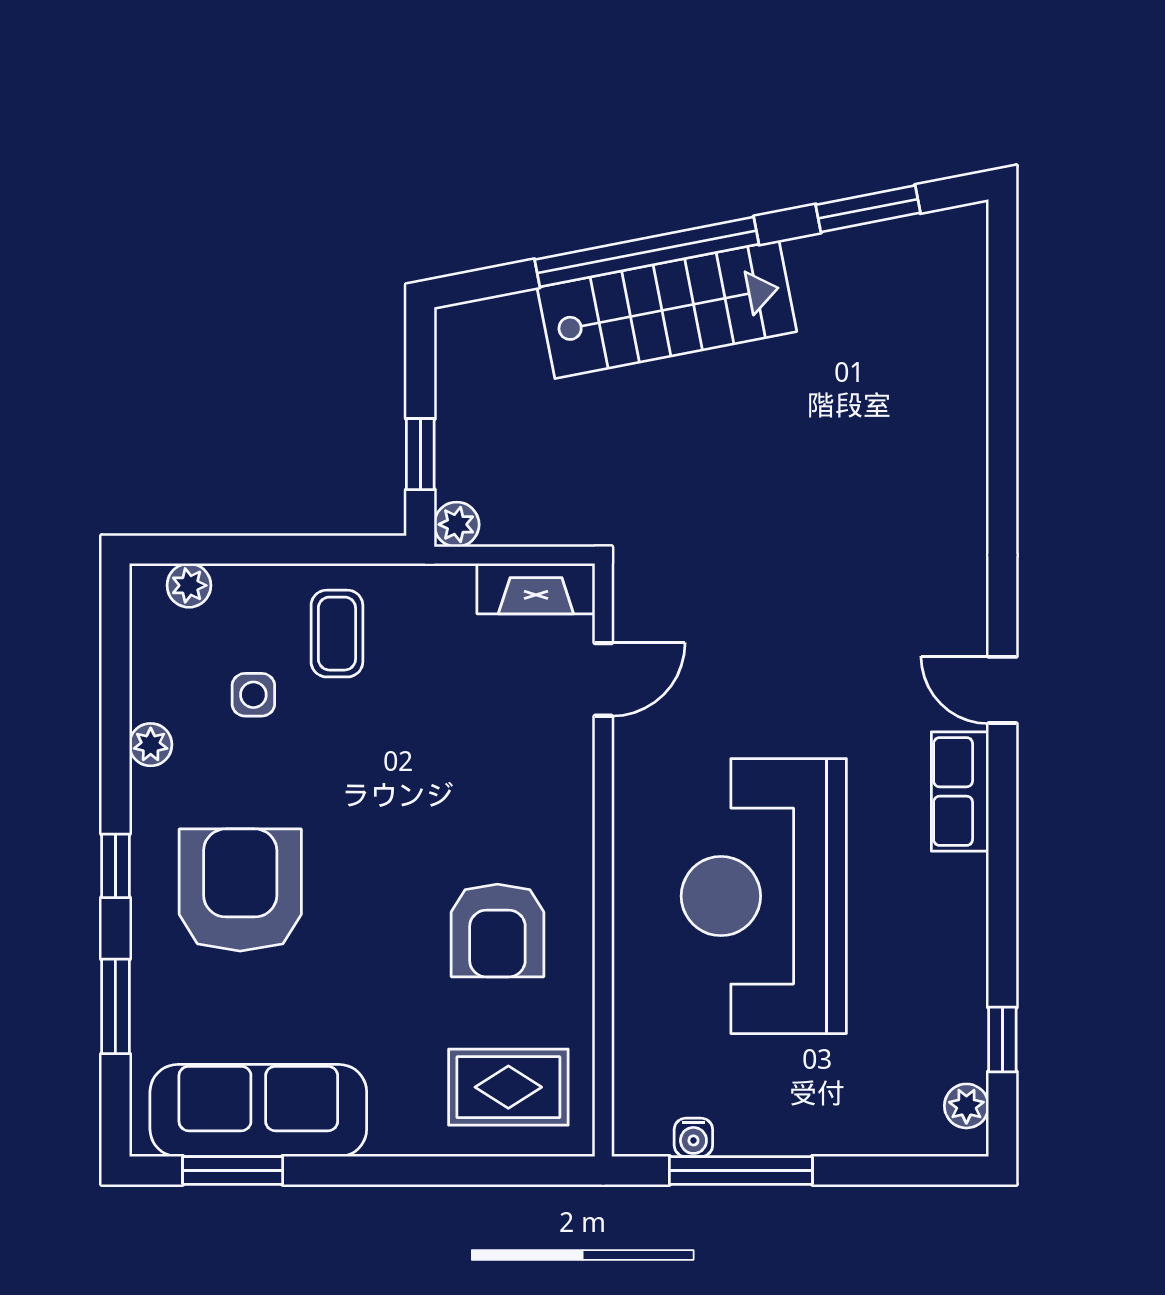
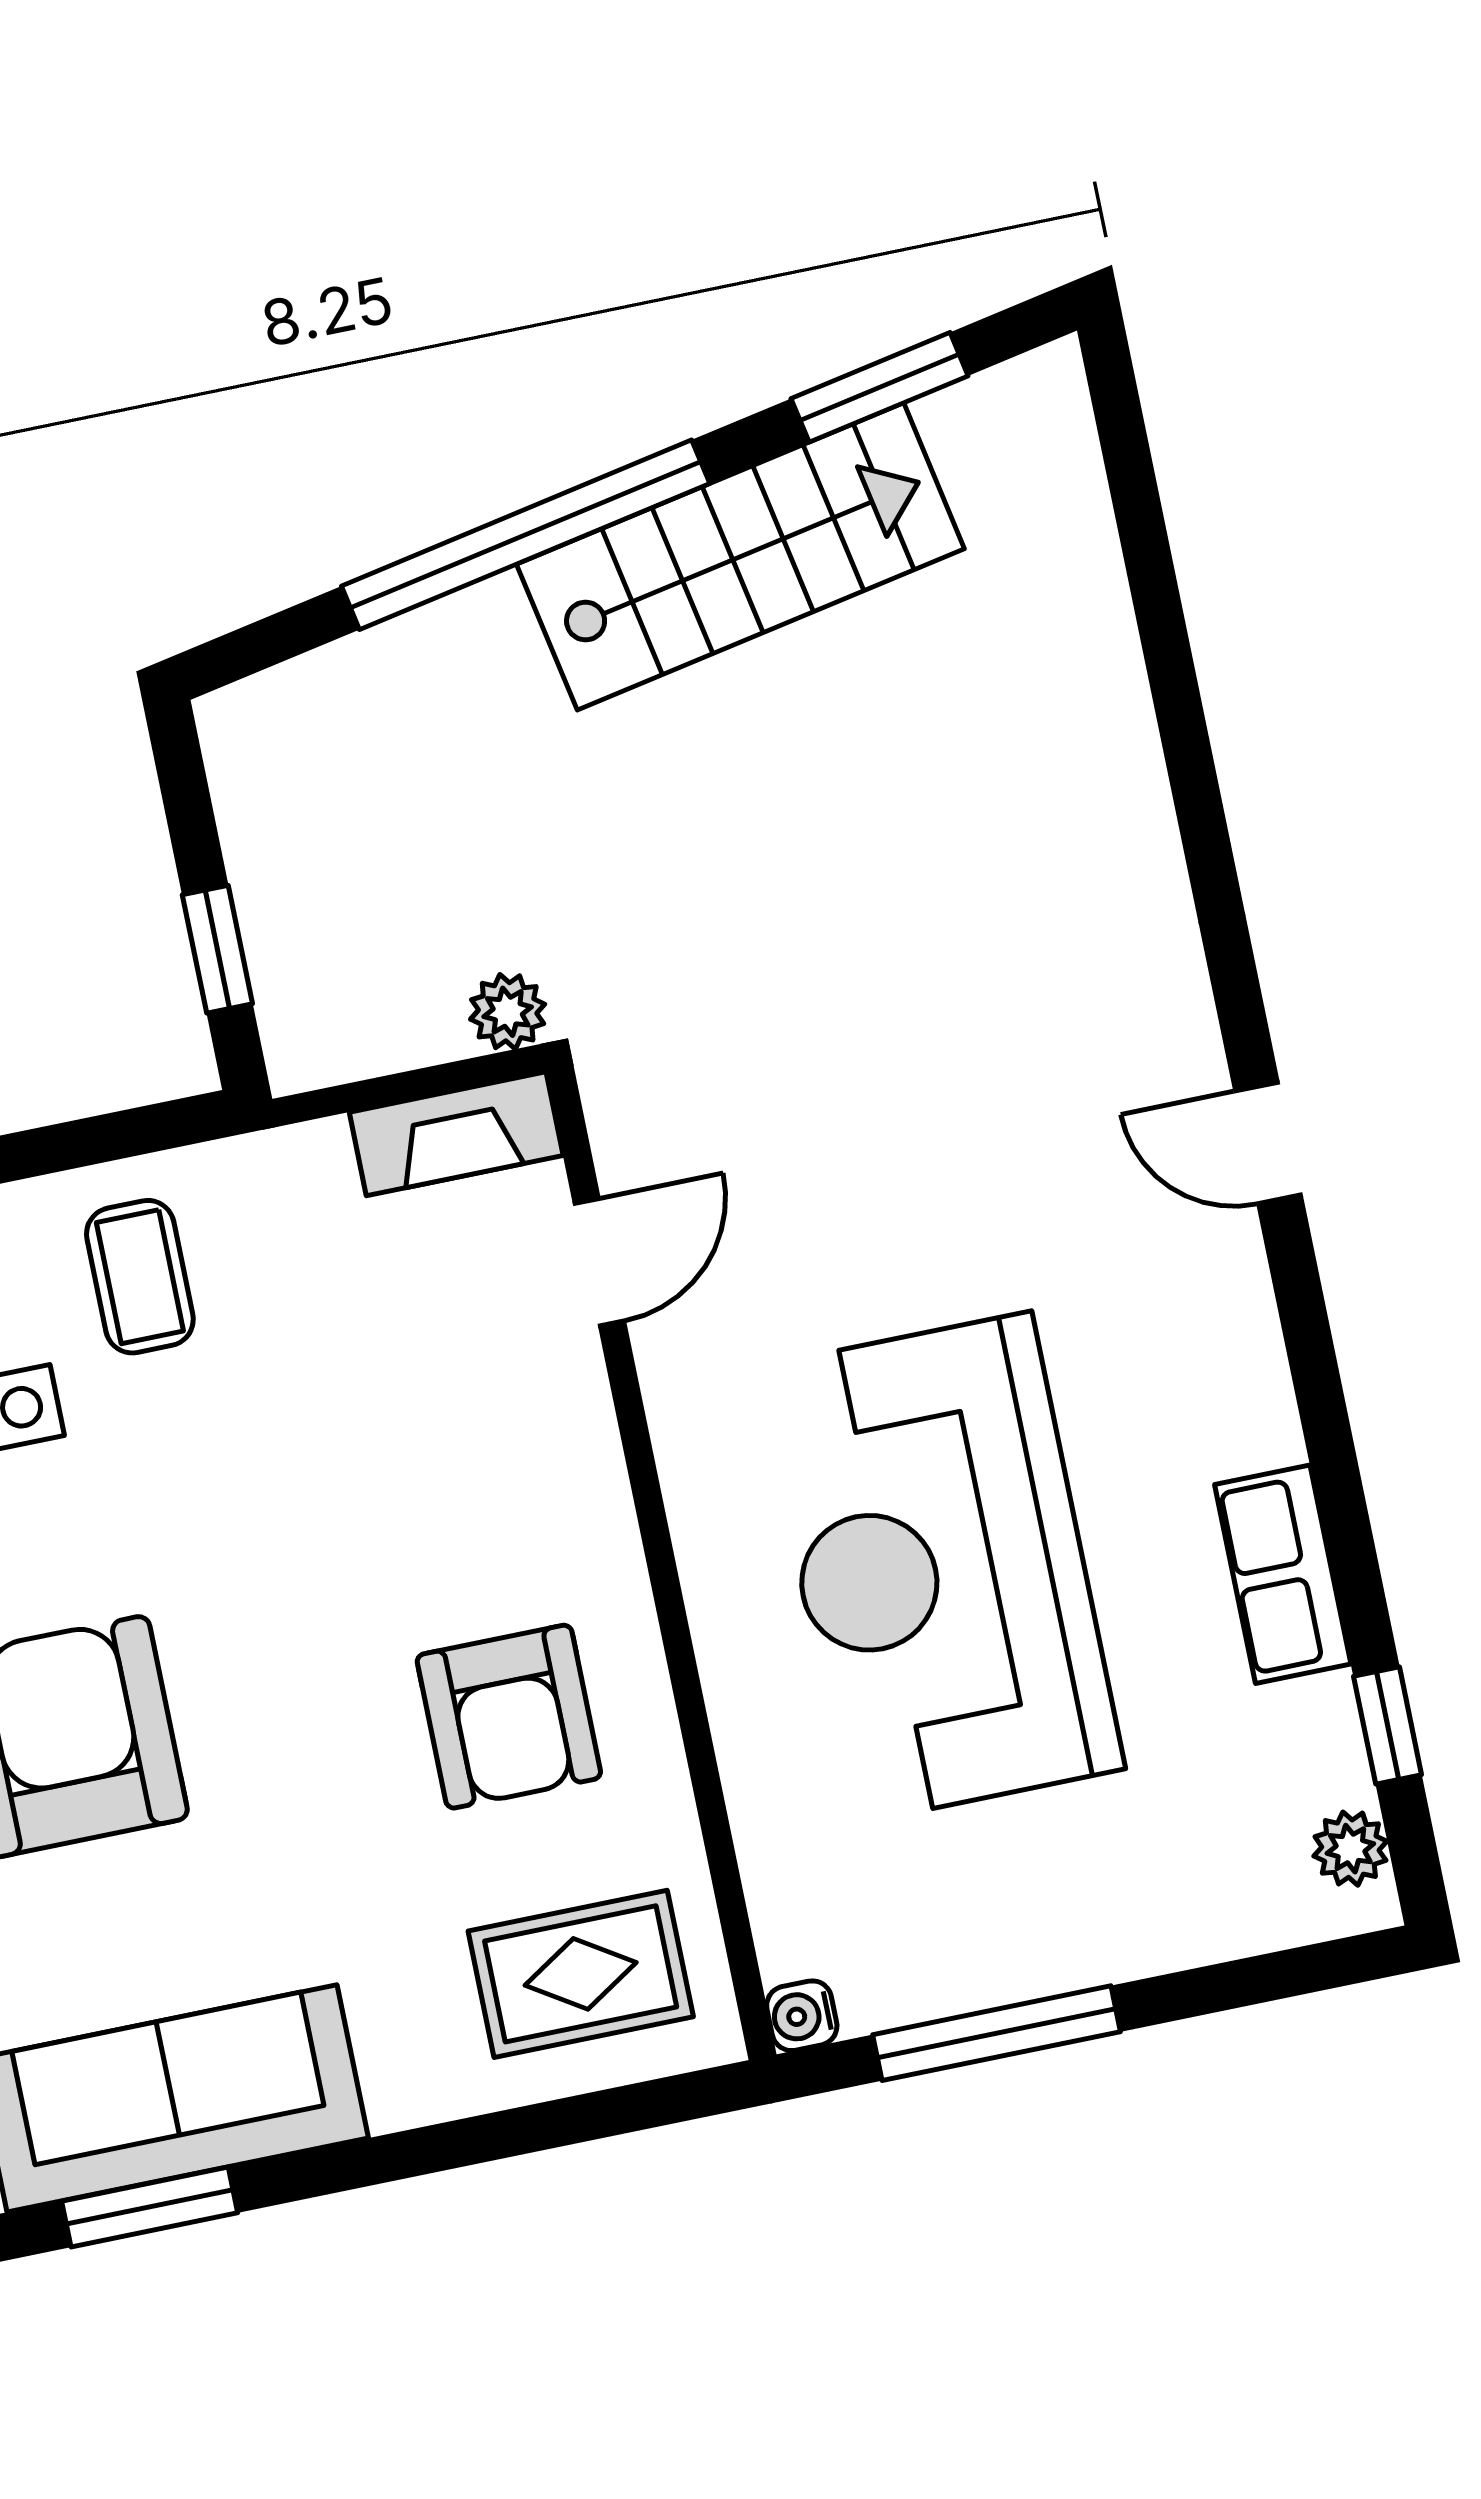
stairs: (667, 309) -> (740, 556), moved
plant: (457, 524) -> (508, 1012), moved
row of seats: (960, 791) -> (1283, 1574), moved
water cooler: (693, 1137) -> (802, 2016), moved, turned 90

